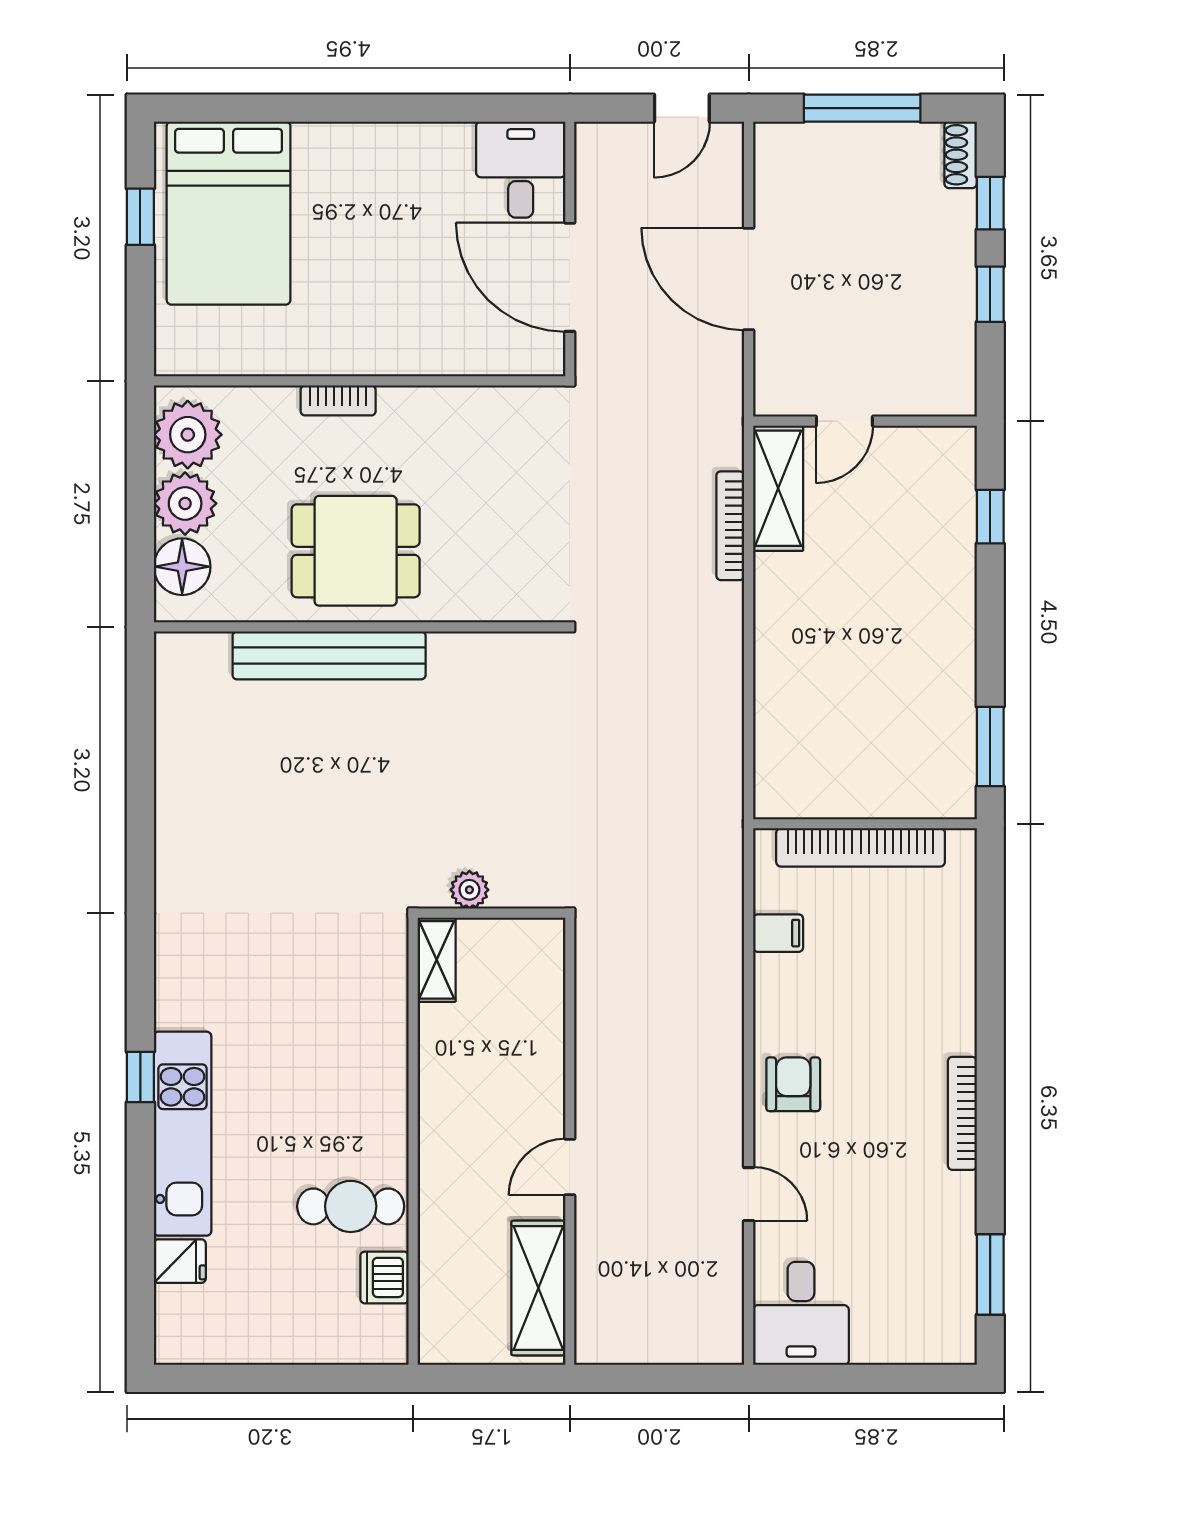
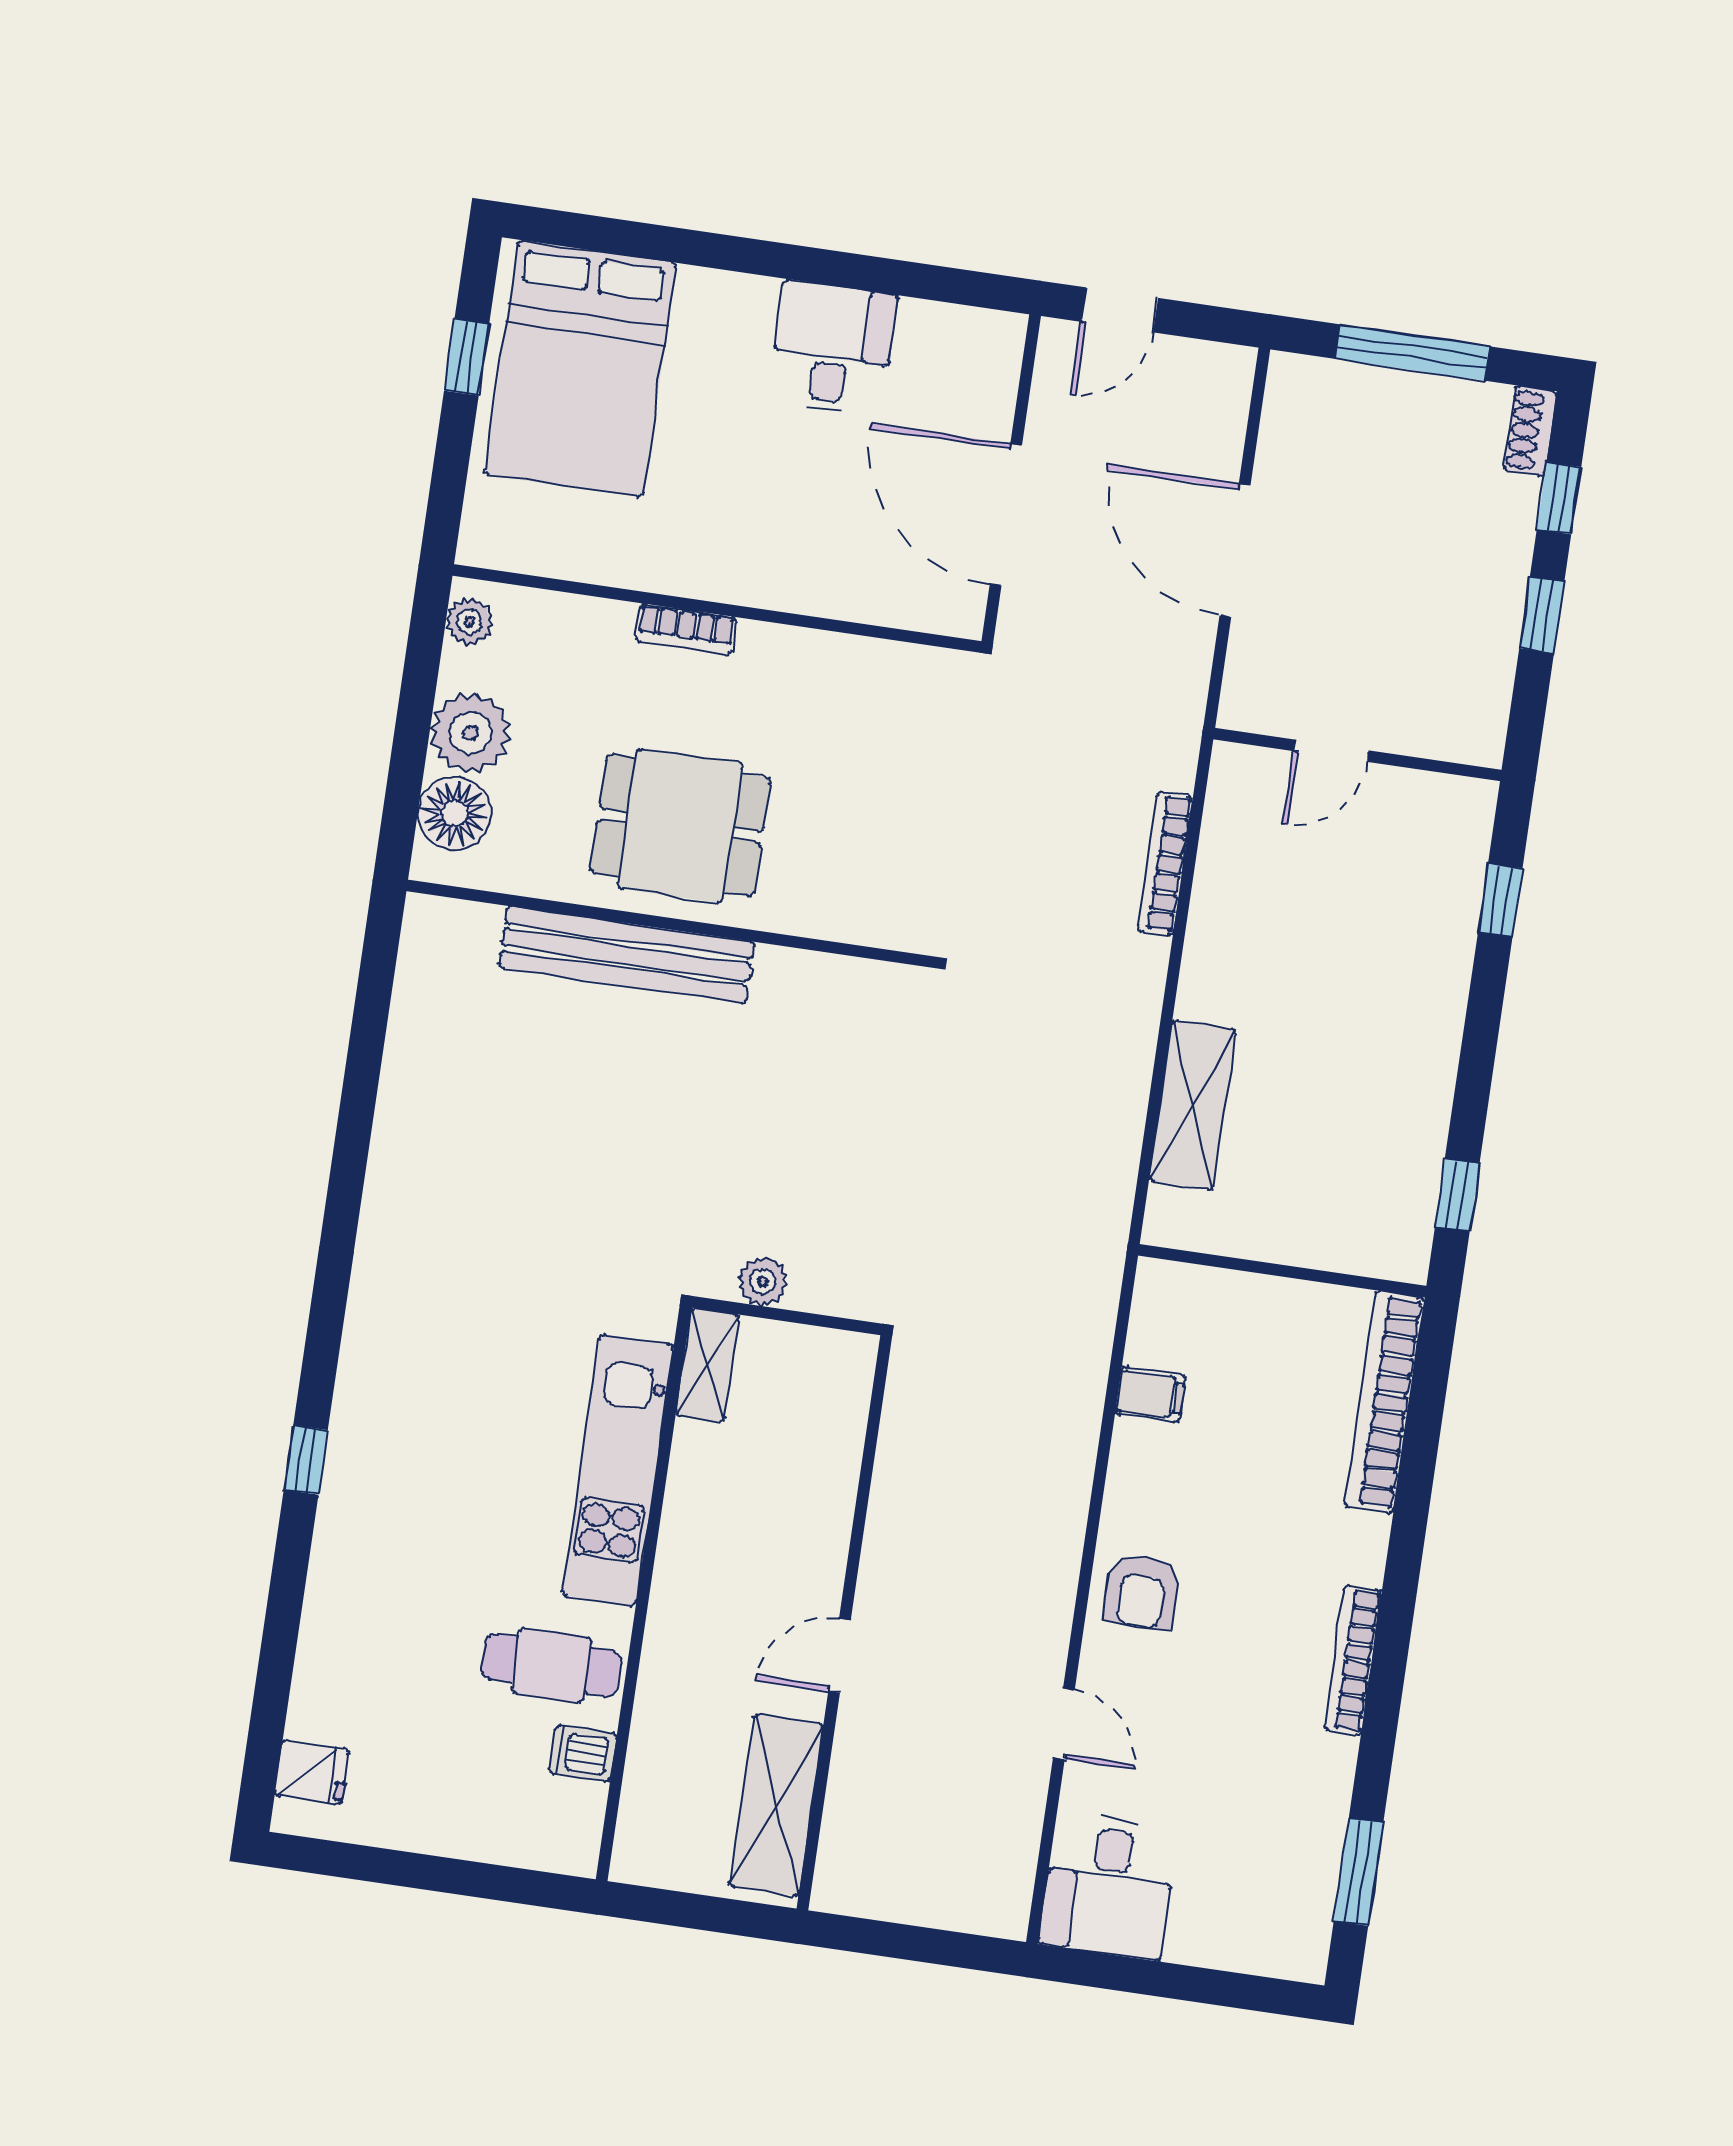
door: (682, 108) -> (1120, 310), moved
desk: (521, 170) -> (832, 348), moved
plant: (188, 435) -> (469, 622), width x0.53, depth x0.53
shelving: (778, 488) -> (1193, 1105), moved
window: (990, 746) -> (1457, 1195), width x0.67
bookcase: (861, 847) -> (1384, 1402), moved, turned 90
armchair: (793, 1084) -> (1142, 1591), turned 180
kitchen unit: (183, 1134) -> (618, 1470), moved, turned 180
fridge: (180, 1261) -> (312, 1772), moved
dishwasher: (384, 1277) -> (583, 1753), width x0.73

